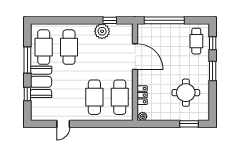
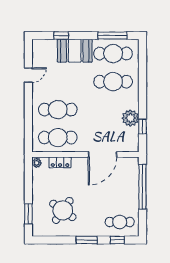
window: (27, 60) -> (112, 36), moved
round table: (186, 93) -> (63, 210), turned 35
door: (63, 124) -> (28, 75), swing flipped

